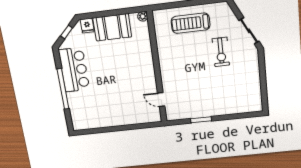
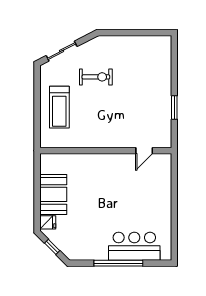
plant: (143, 16) -> (45, 159), removed
sliding door: (249, 31) -> (62, 51), moved
bar counter: (74, 70) -> (134, 246), moved

